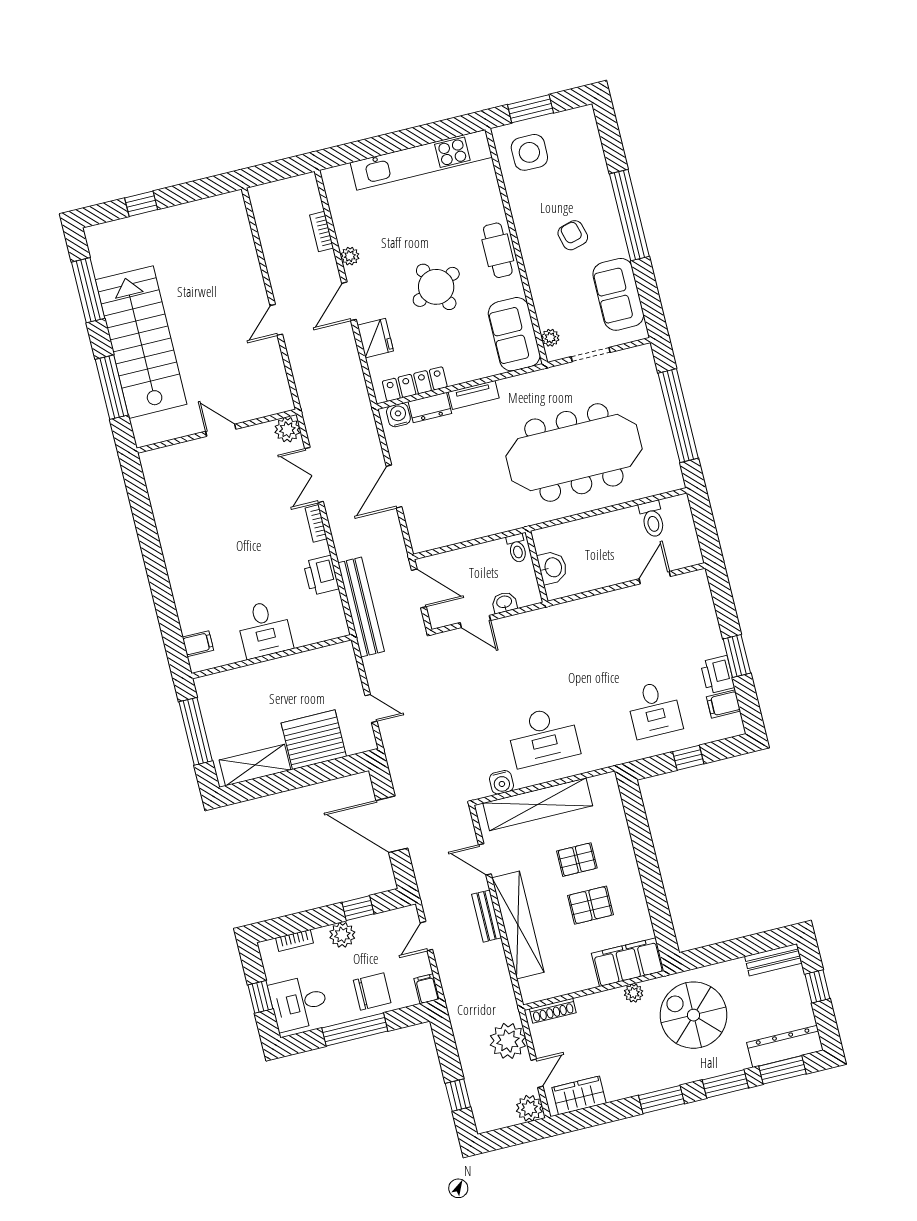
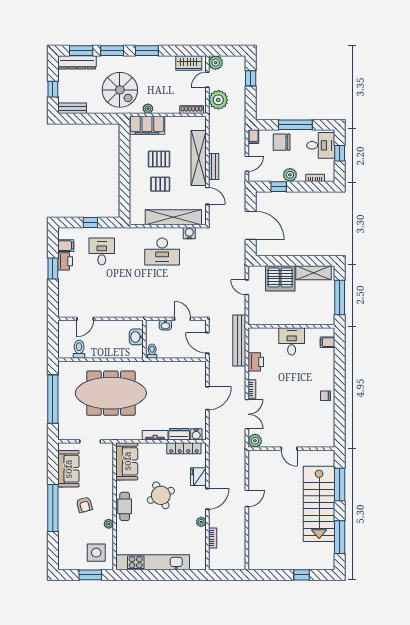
plant: (550, 338) -> (109, 524), moved
chair: (178, 544) -> (325, 396), added
desk: (543, 737) -> (162, 251), turned 180

